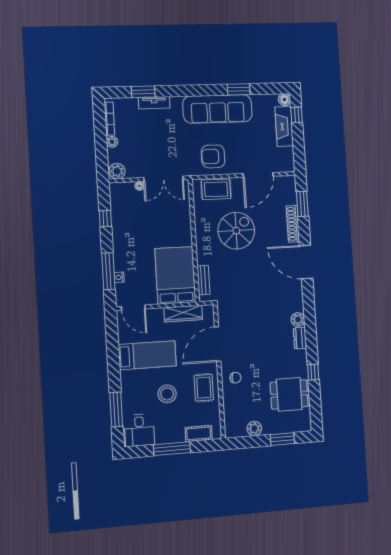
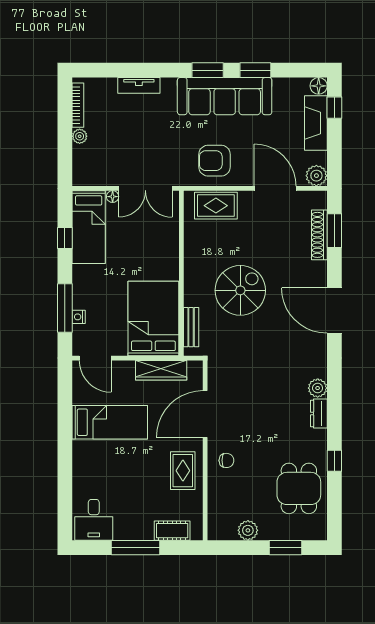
window: (143, 92) -> (208, 70), moved
plant: (117, 171) -> (316, 176), moved
door: (258, 175) -> (275, 188), swing flipped
bed: (123, 209) -> (89, 227), added
shoe rack: (293, 224) -> (319, 235), moved
spiral stairs: (236, 231) -> (240, 290), moved
stool: (167, 394) -> (133, 475), removed
dining table: (289, 394) -> (299, 488), turned 90
window: (116, 409) -> (65, 490), removed

